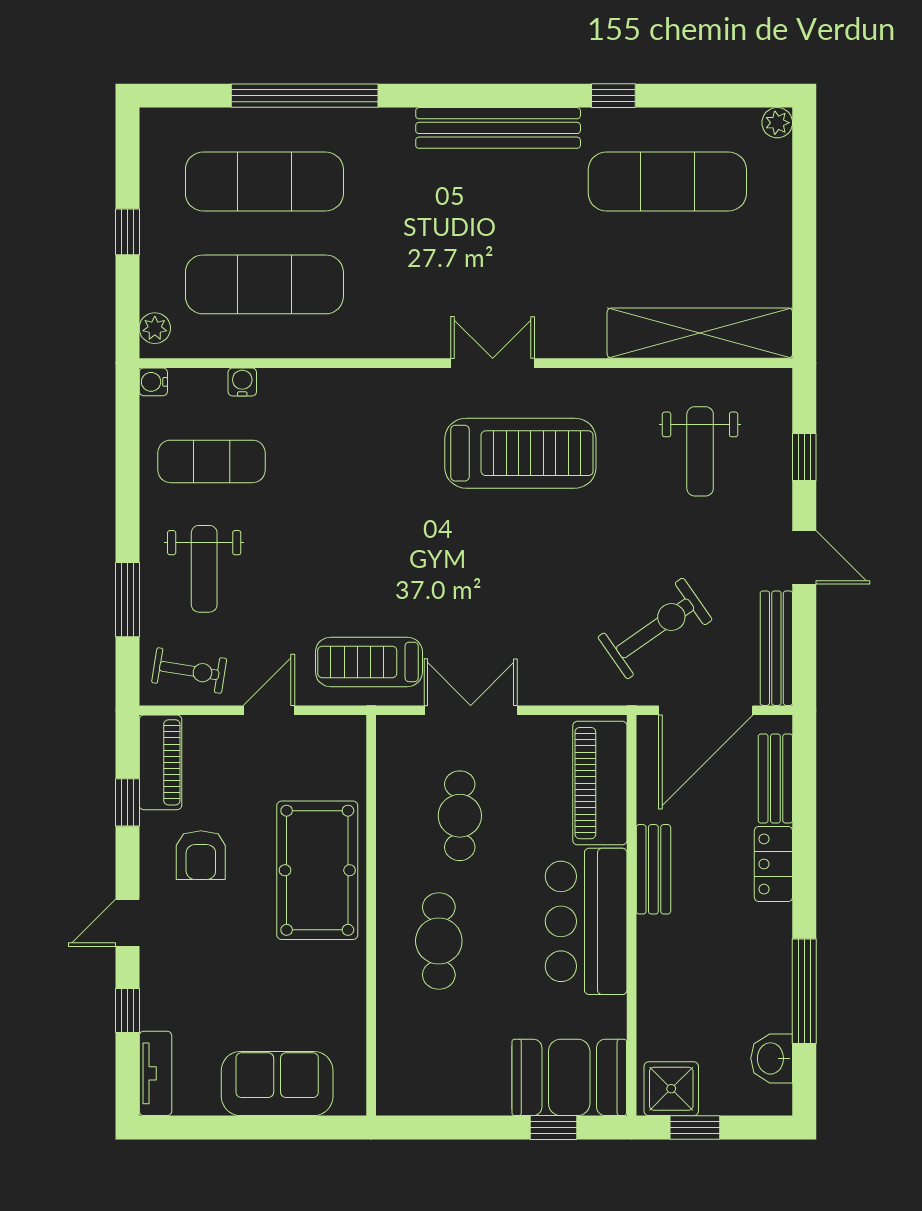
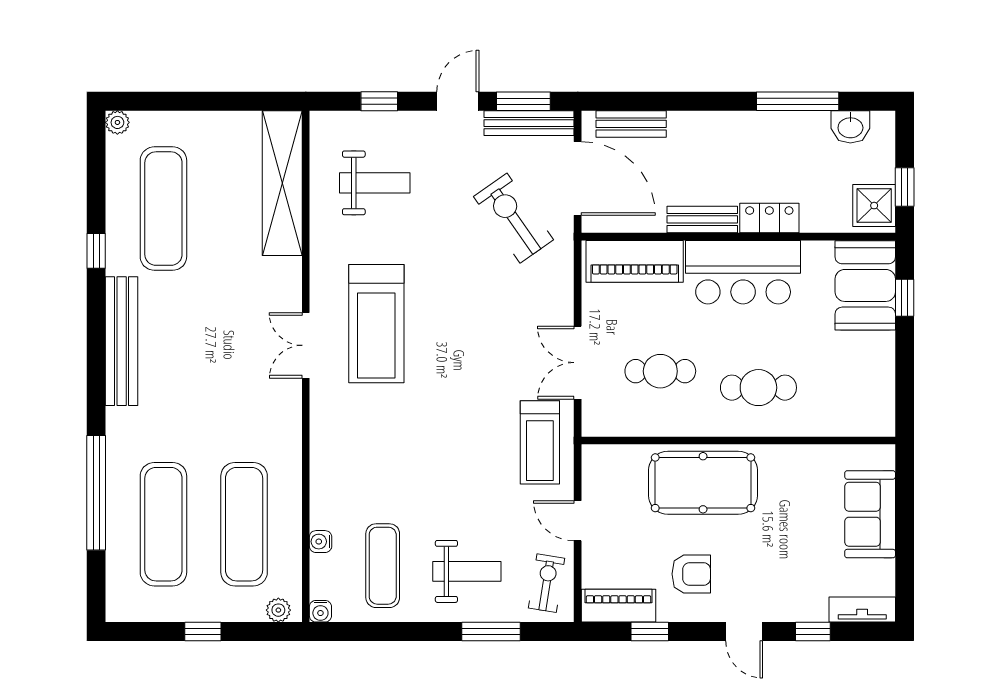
treadmill: (520, 453) -> (376, 324), turned 180
window: (804, 641) -> (523, 101), added
locker: (773, 864) -> (769, 218), moved, turned 180

